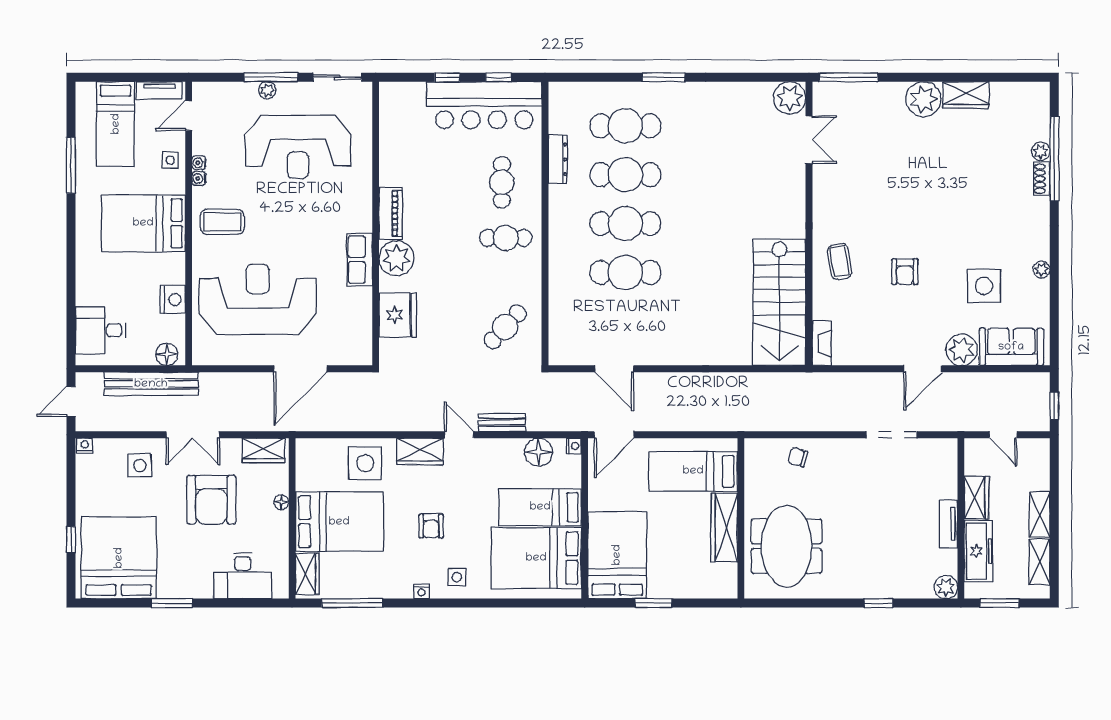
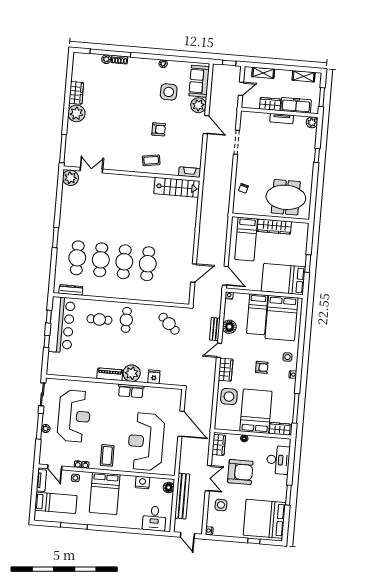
dresser: (558, 159) -> (71, 290), moved
stairs: (779, 302) -> (177, 187), width x0.73, depth x0.66
fridge: (398, 315) -> (154, 377), width x0.53, depth x0.75
floor lamp: (539, 452) -> (229, 327), moved
shelving: (1040, 515) -> (263, 73), moved

